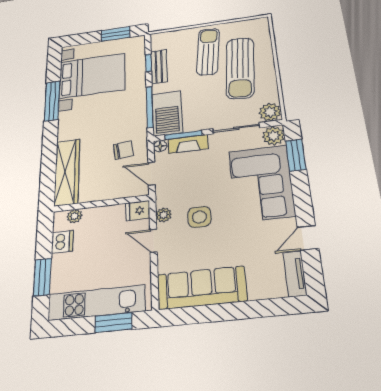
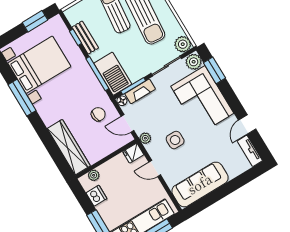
plant: (164, 215) -> (145, 138), moved

